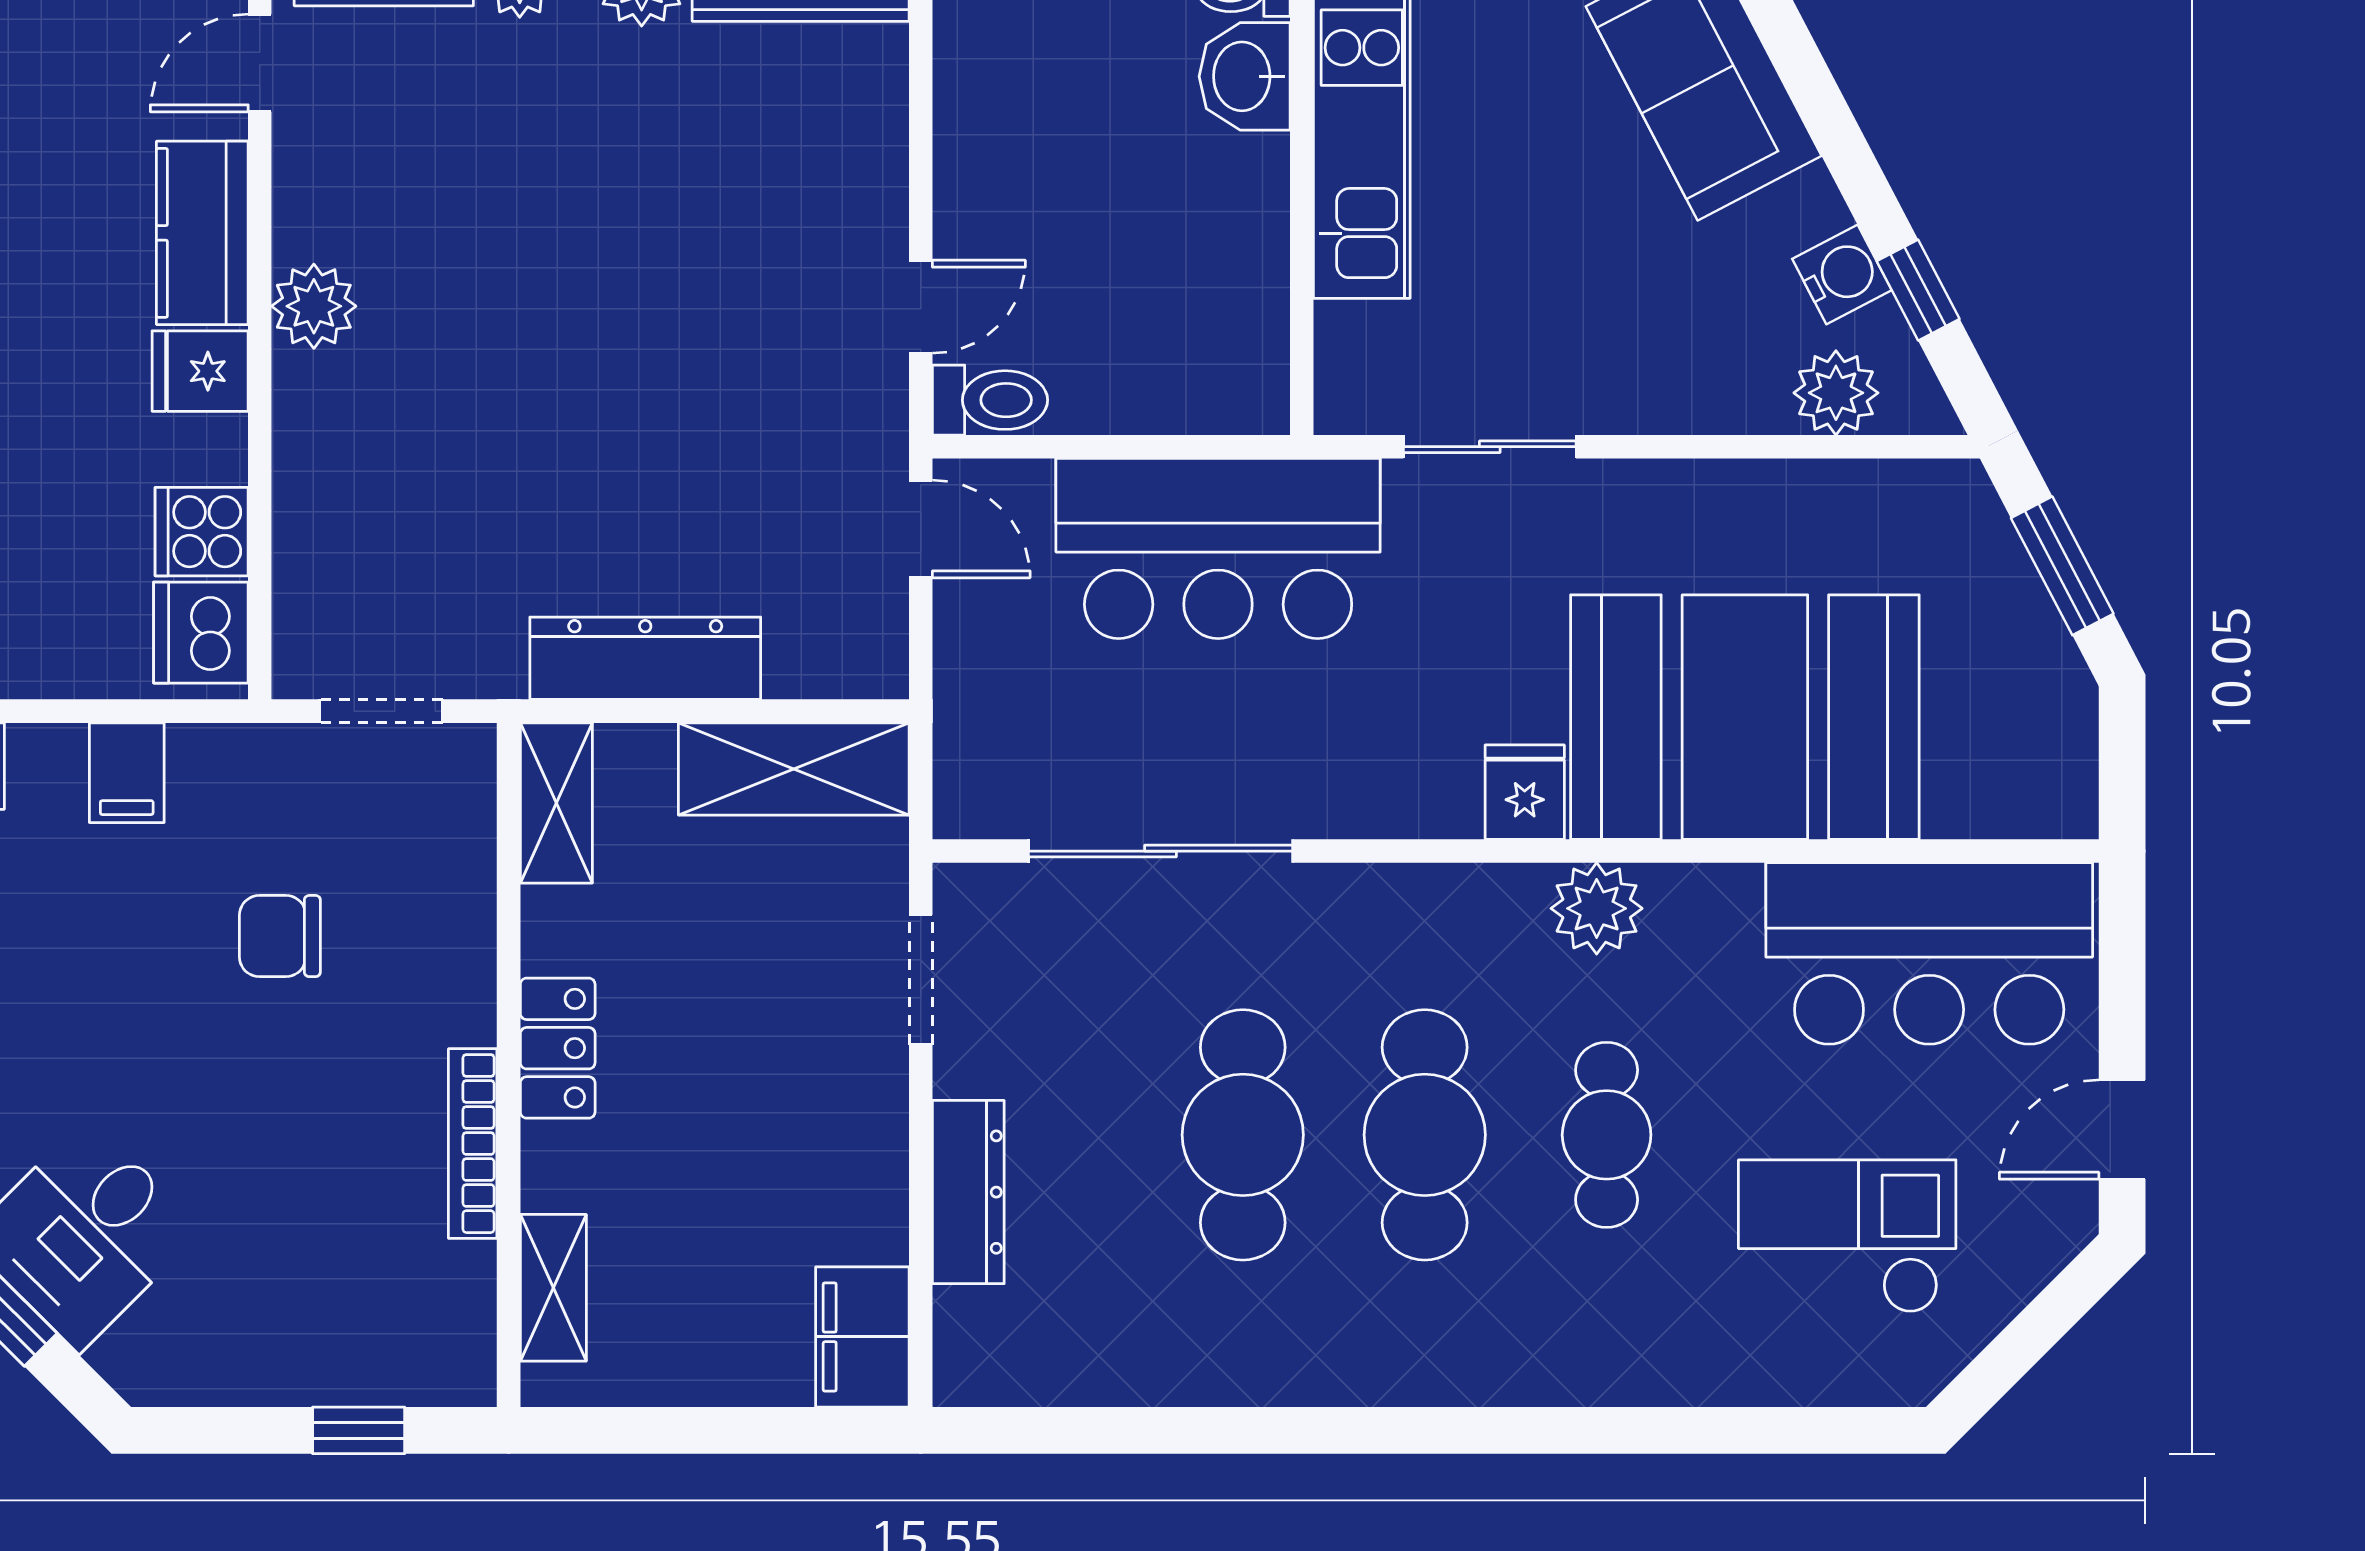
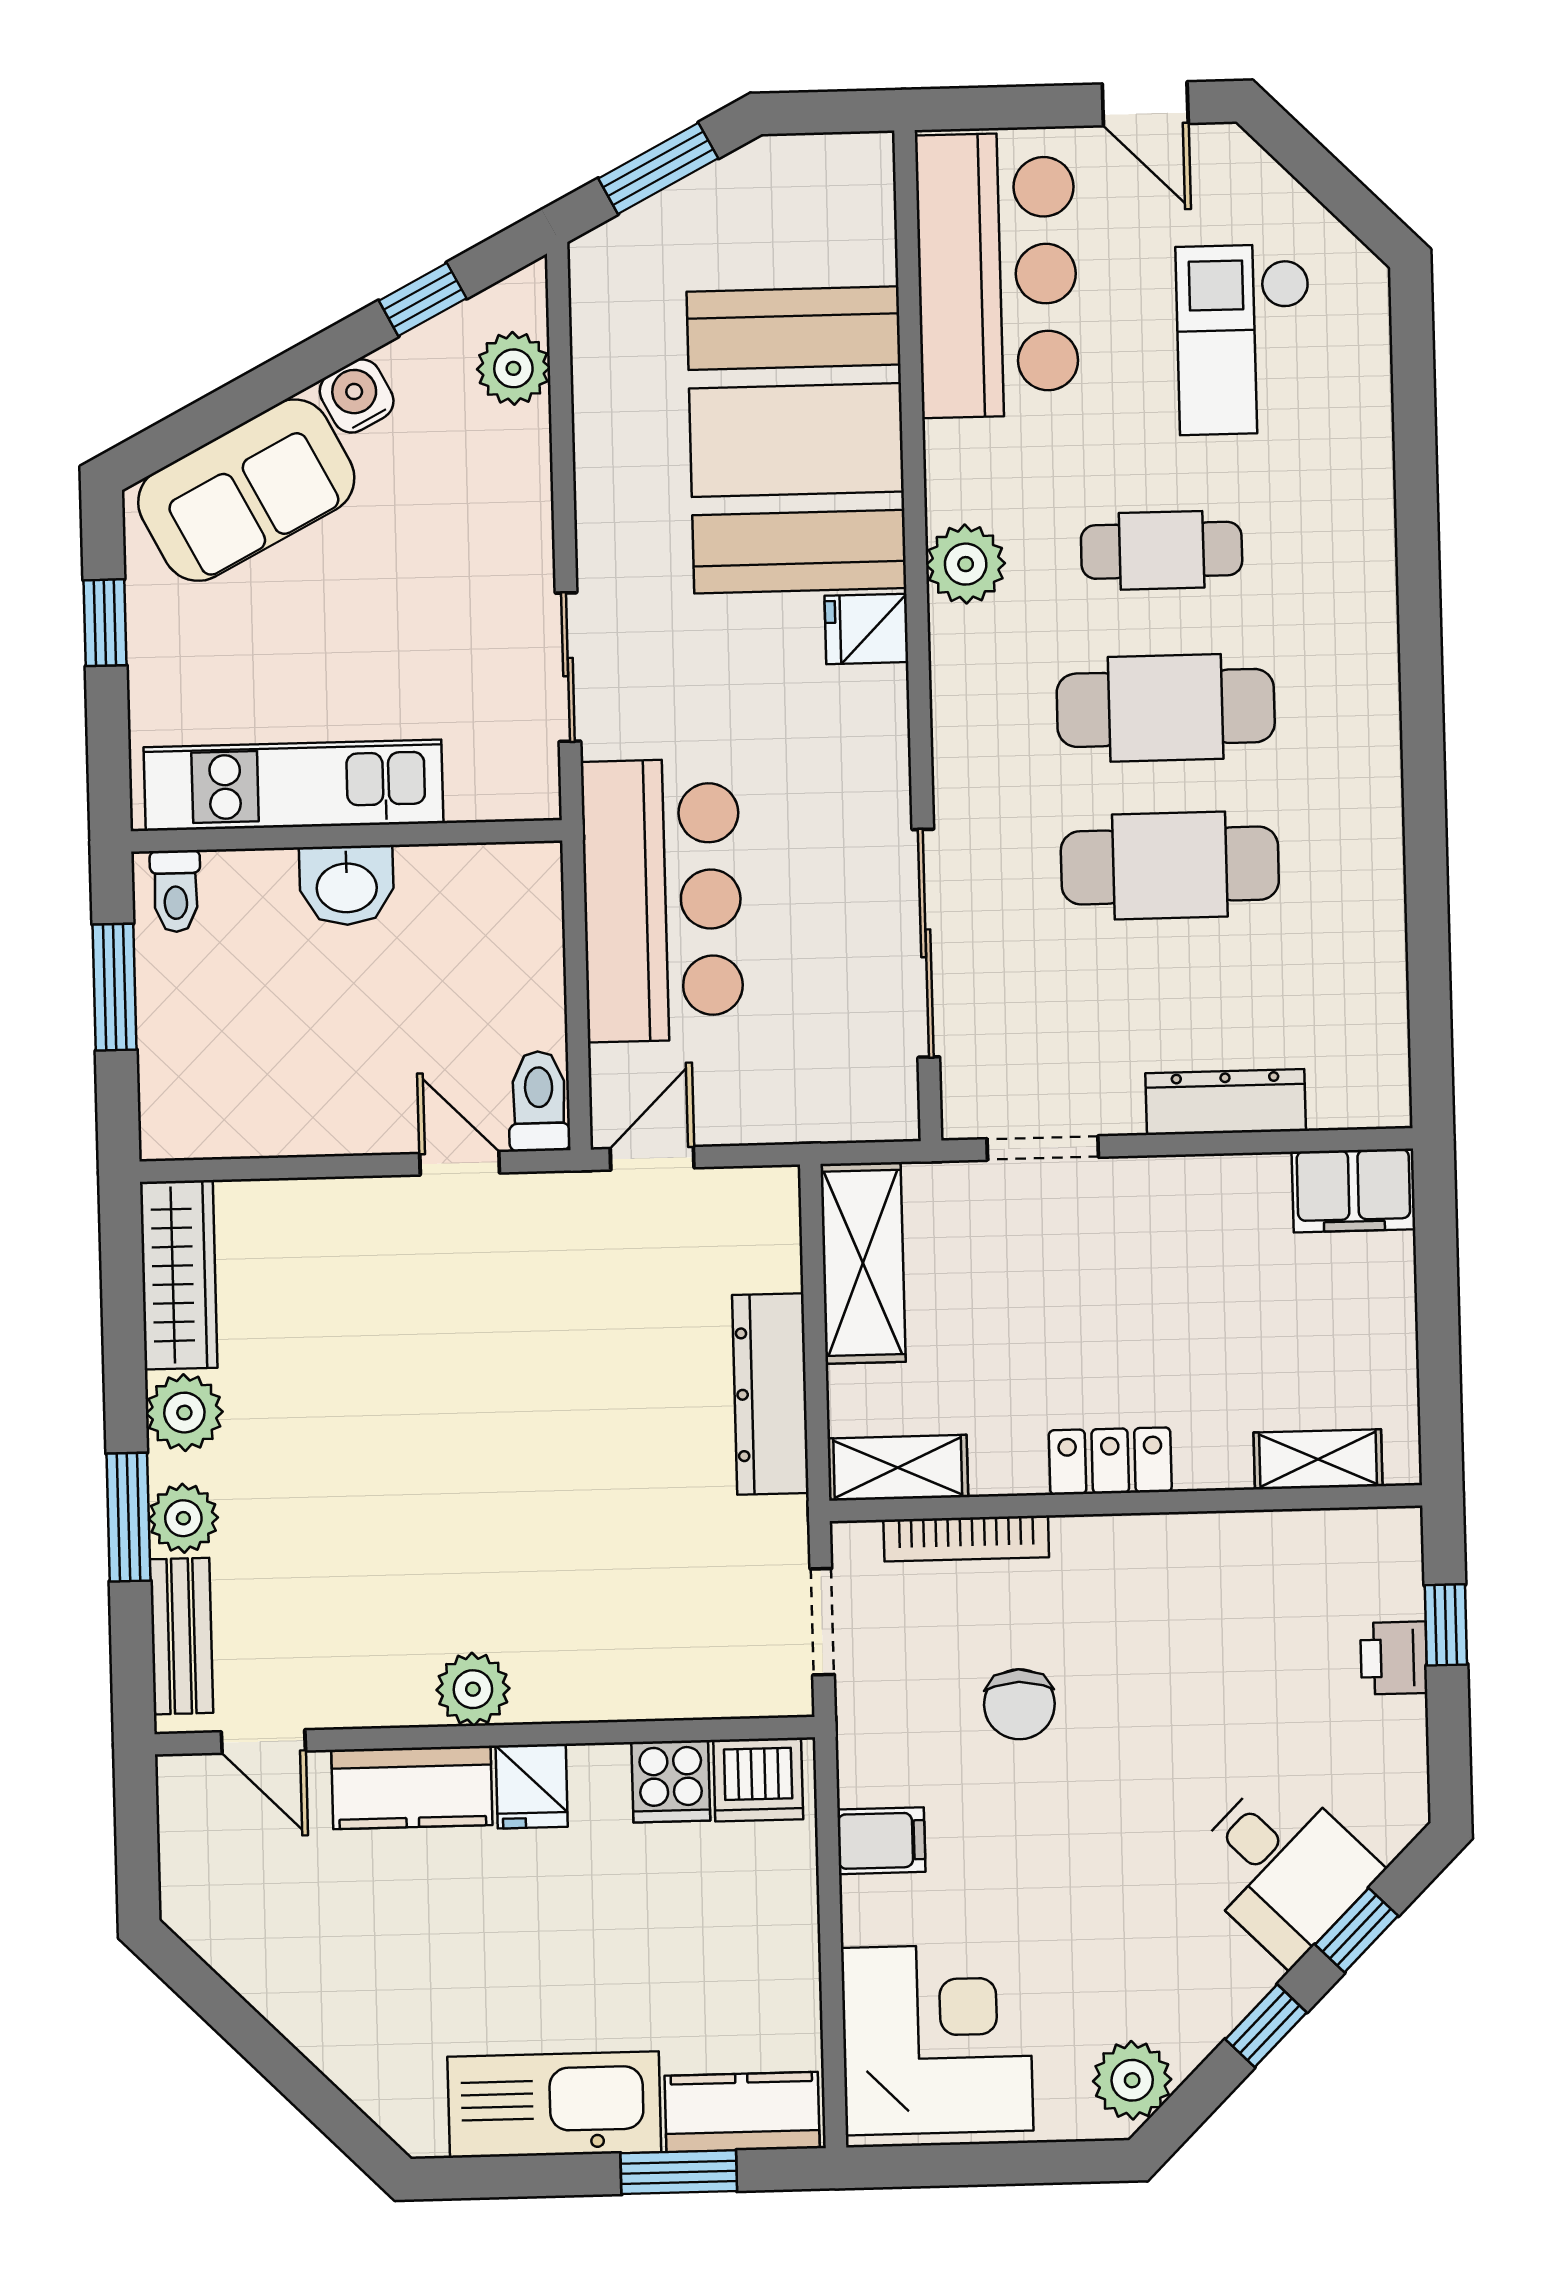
washbasin: (1245, 76) -> (347, 885), moved
water cooler: (1842, 274) -> (357, 396), moved
bookcase: (473, 1144) -> (966, 1538), moved
printer: (322, 1369) -> (1394, 1658), added

